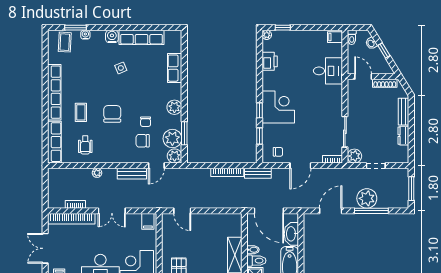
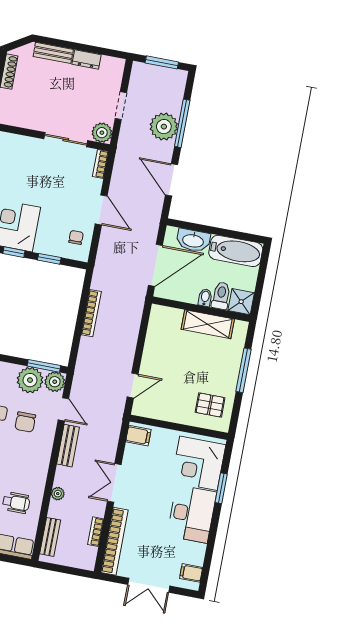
window: (184, 133) -> (44, 366), moved
bench: (258, 173) -> (50, 537), moved
double door: (112, 211) -> (114, 483), swing flipped

